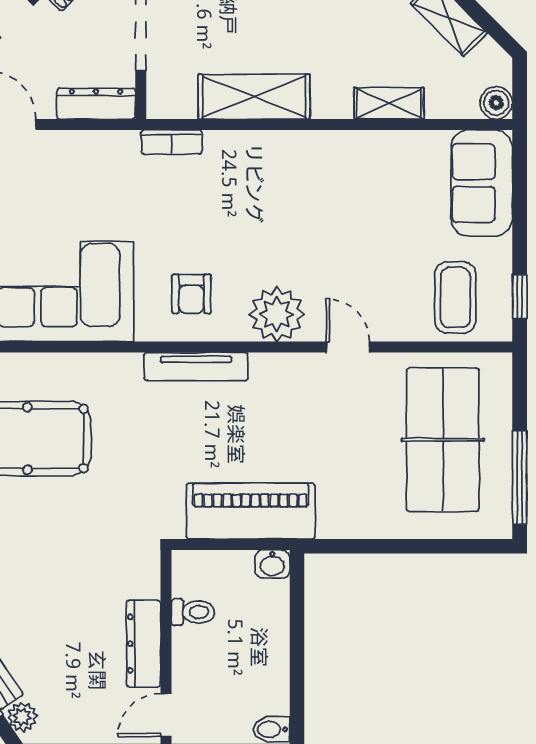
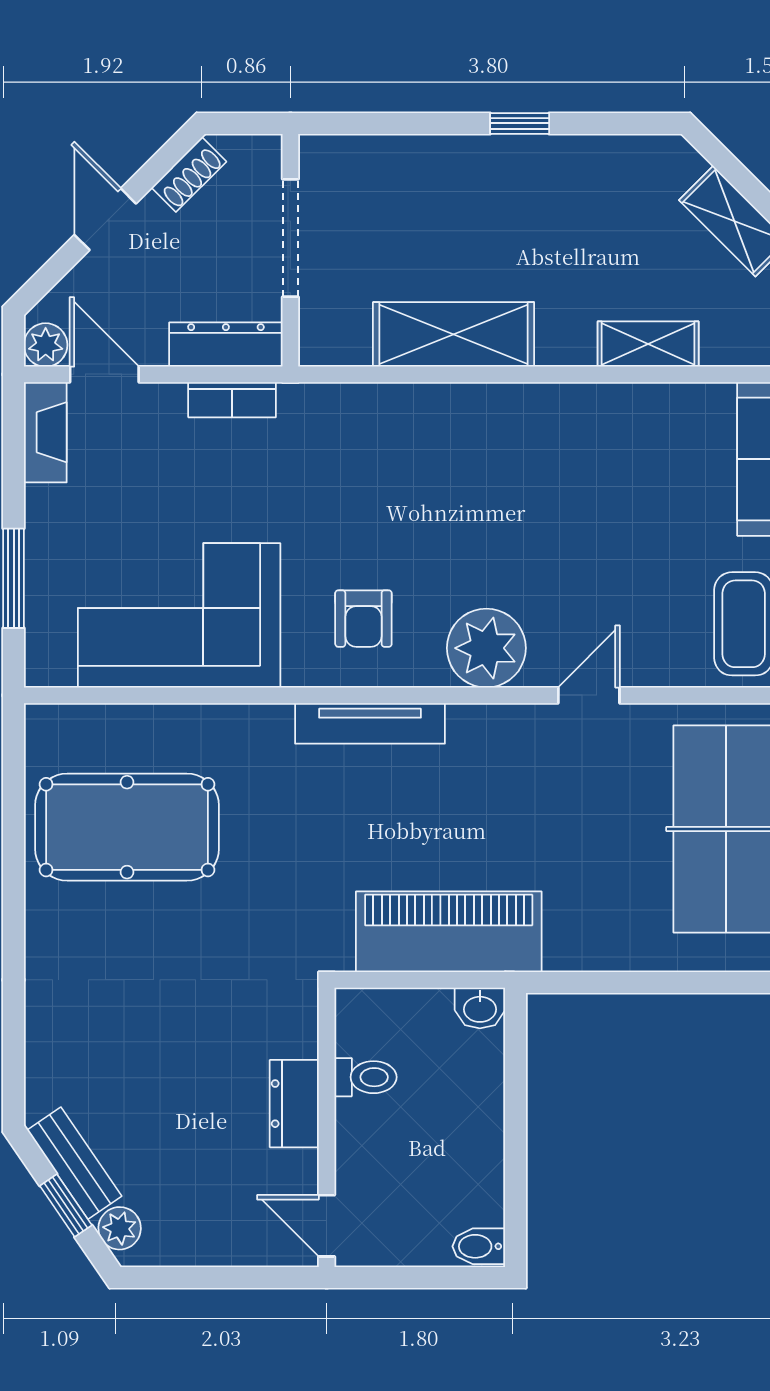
bookcase: (172, 142) -> (232, 400), moved
door: (348, 347) -> (589, 695), hinge flipped
dresser: (143, 644) -> (294, 1104), width x0.70
door: (166, 715) -> (327, 1226), hinge flipped

